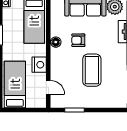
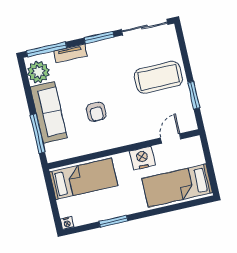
floor lamp: (56, 42) -> (106, 142), removed
coffee table: (92, 70) -> (158, 77), moved

